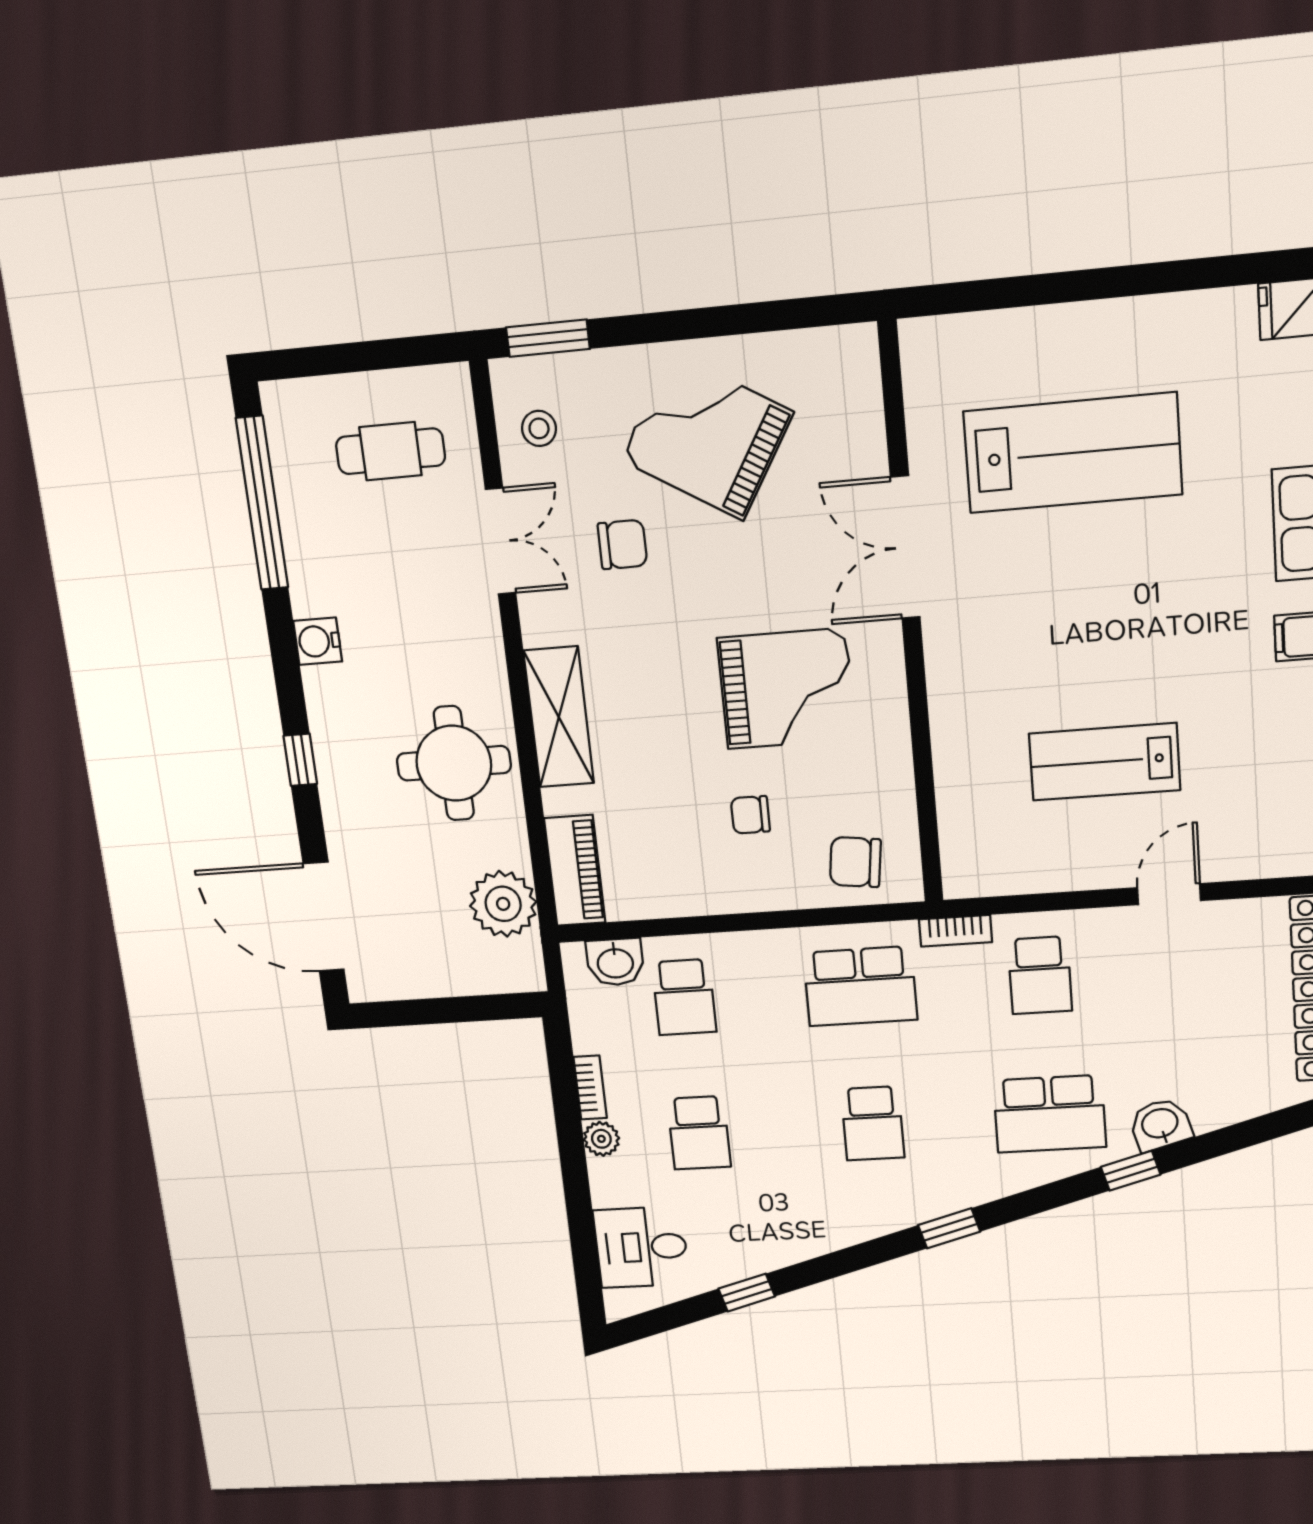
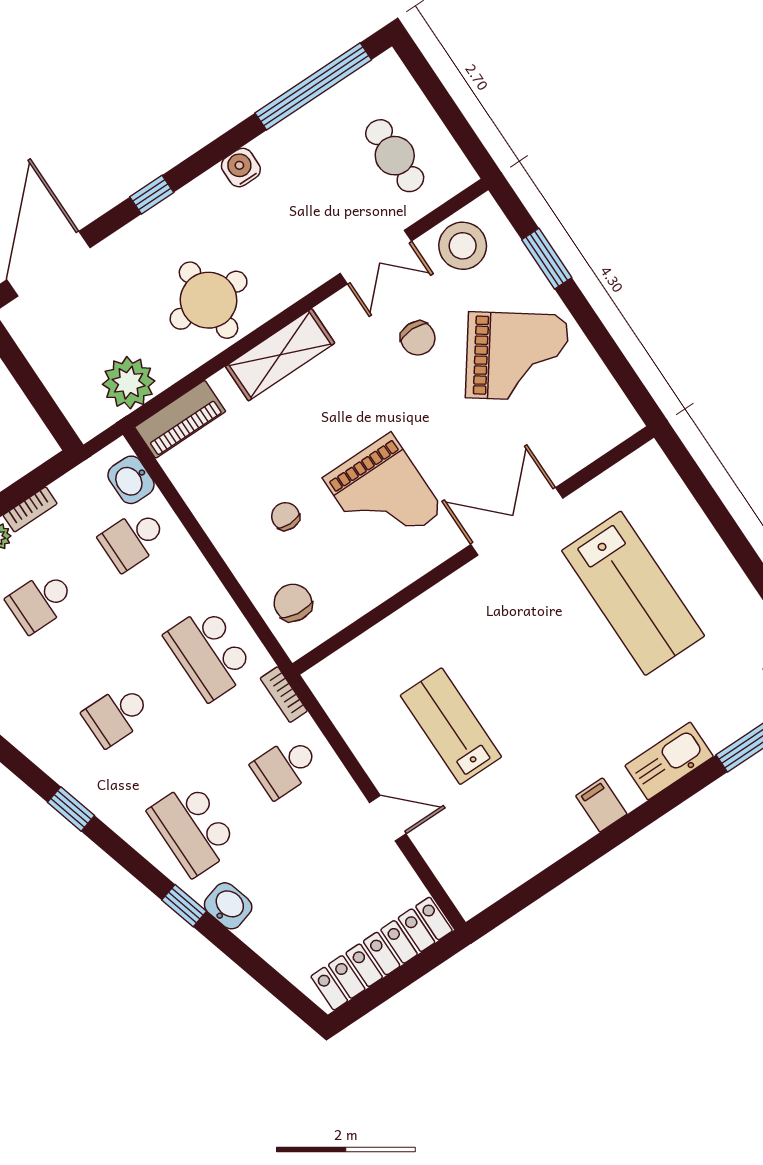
window: (548, 338) -> (547, 259), moved
stool: (539, 428) -> (463, 246), width x1.89, depth x1.89
grand piano: (707, 436) -> (517, 357), turned 95

